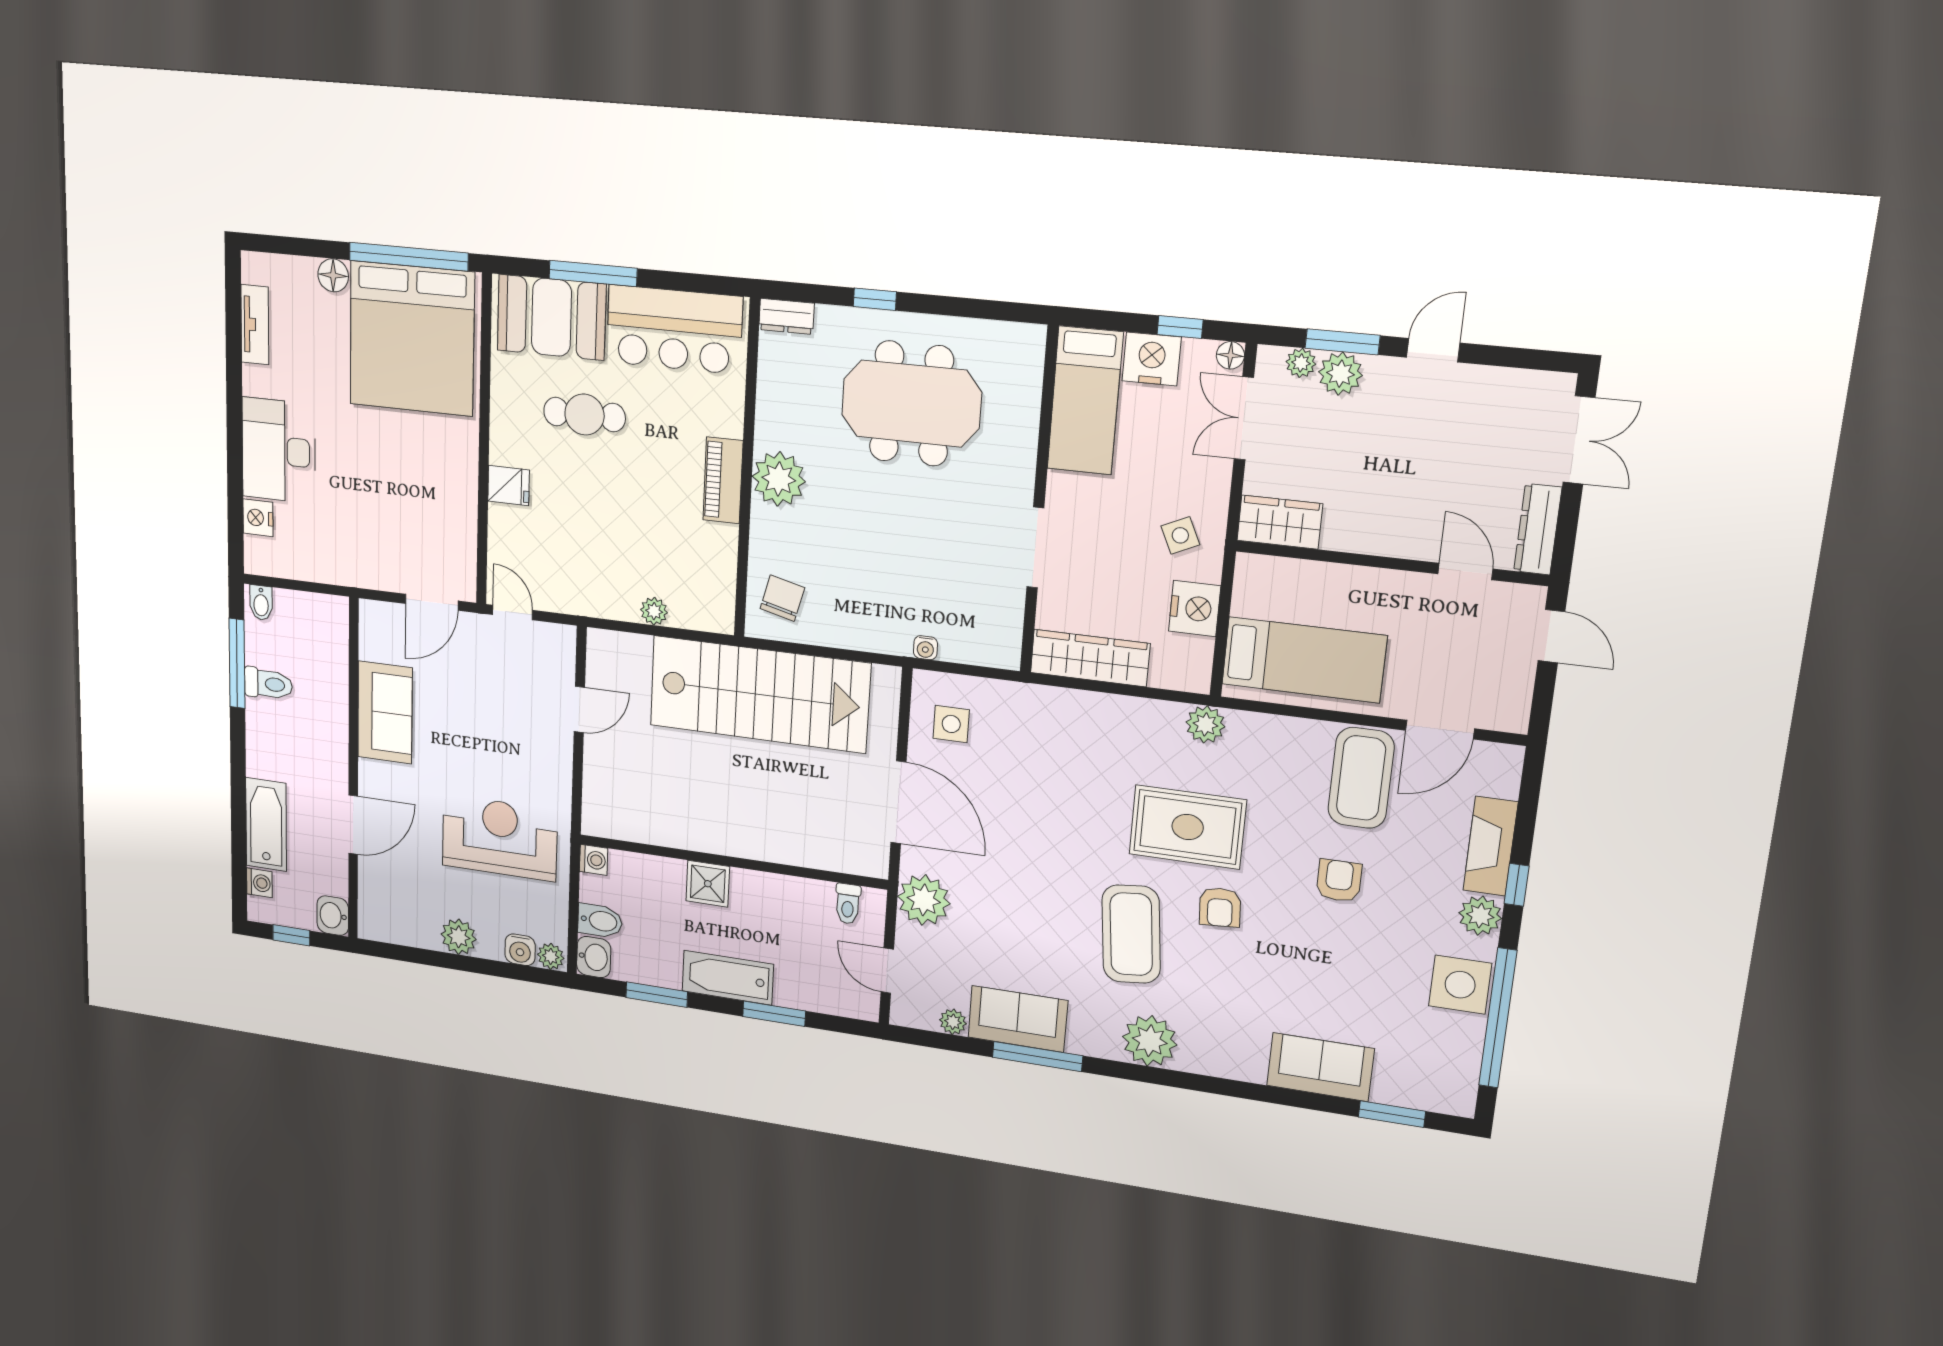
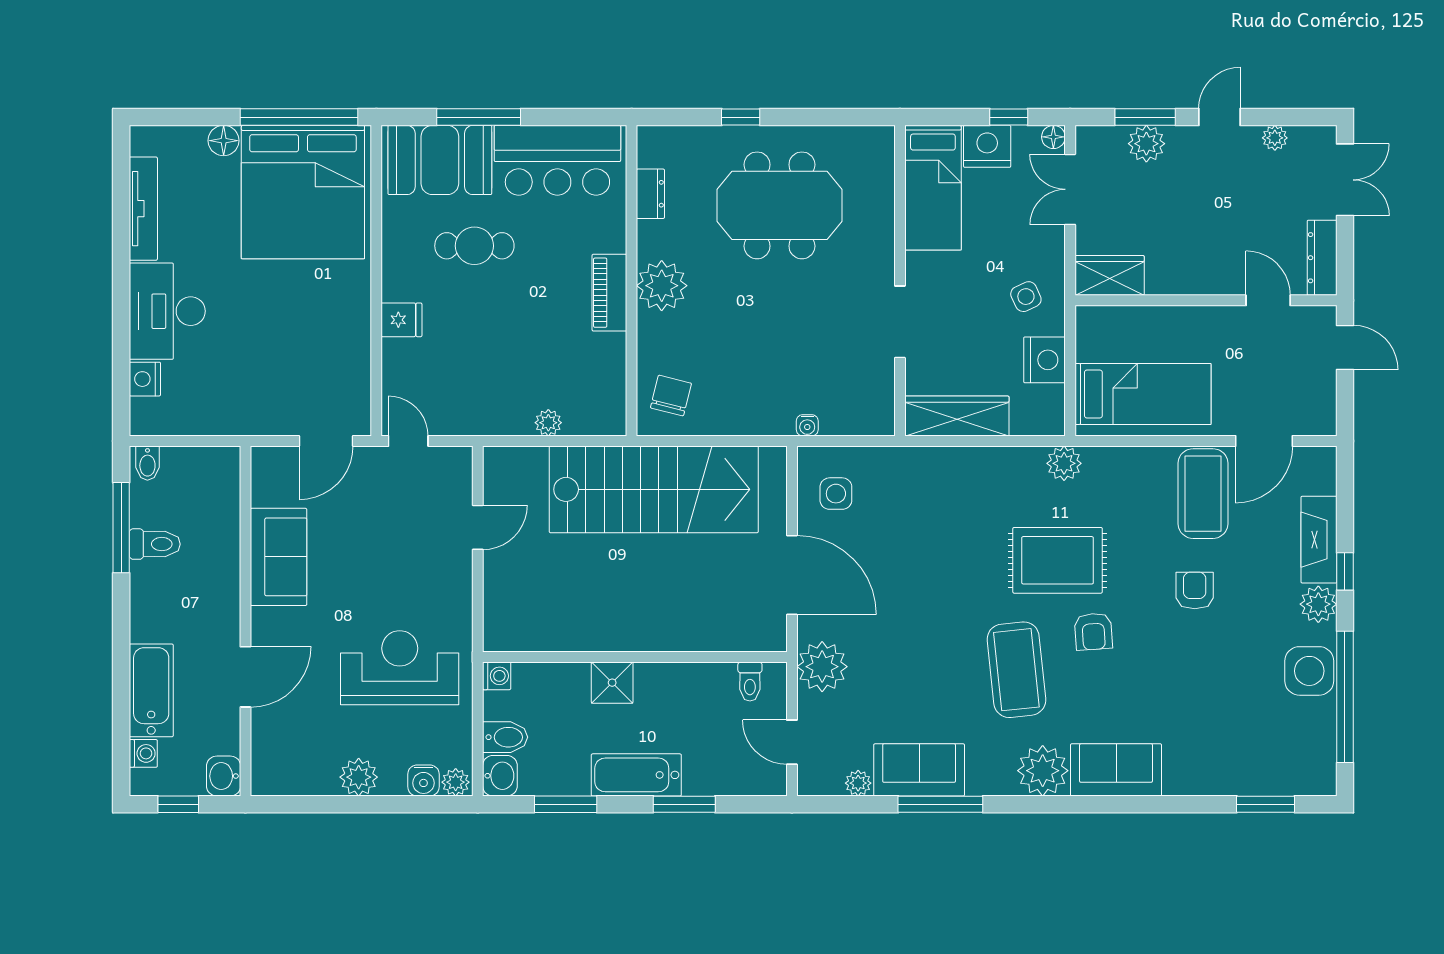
dresser: (786, 316) -> (650, 194), moved, turned -90
tv unit: (255, 325) -> (143, 209), width x1.41
plant: (1301, 363) -> (1275, 138), moved
sofa: (1320, 1067) -> (1116, 770), moved

